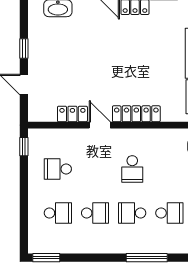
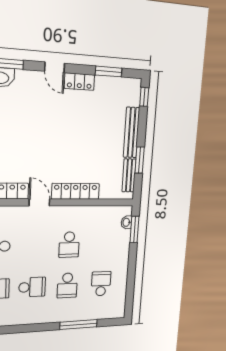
school desk: (132, 213) -> (67, 285), turned -90
school desk: (169, 213) -> (101, 284), turned -90

